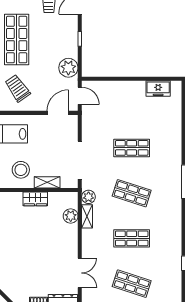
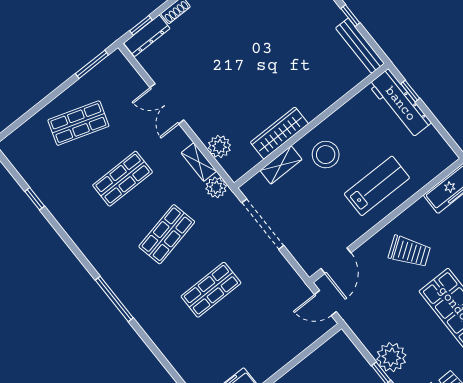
plant: (68, 68) -> (391, 357), moved
shop shelf: (132, 193) -> (167, 234), turned -30
wardrobe: (35, 199) -> (279, 133), width x1.50
double door: (80, 273) -> (167, 104), moved

